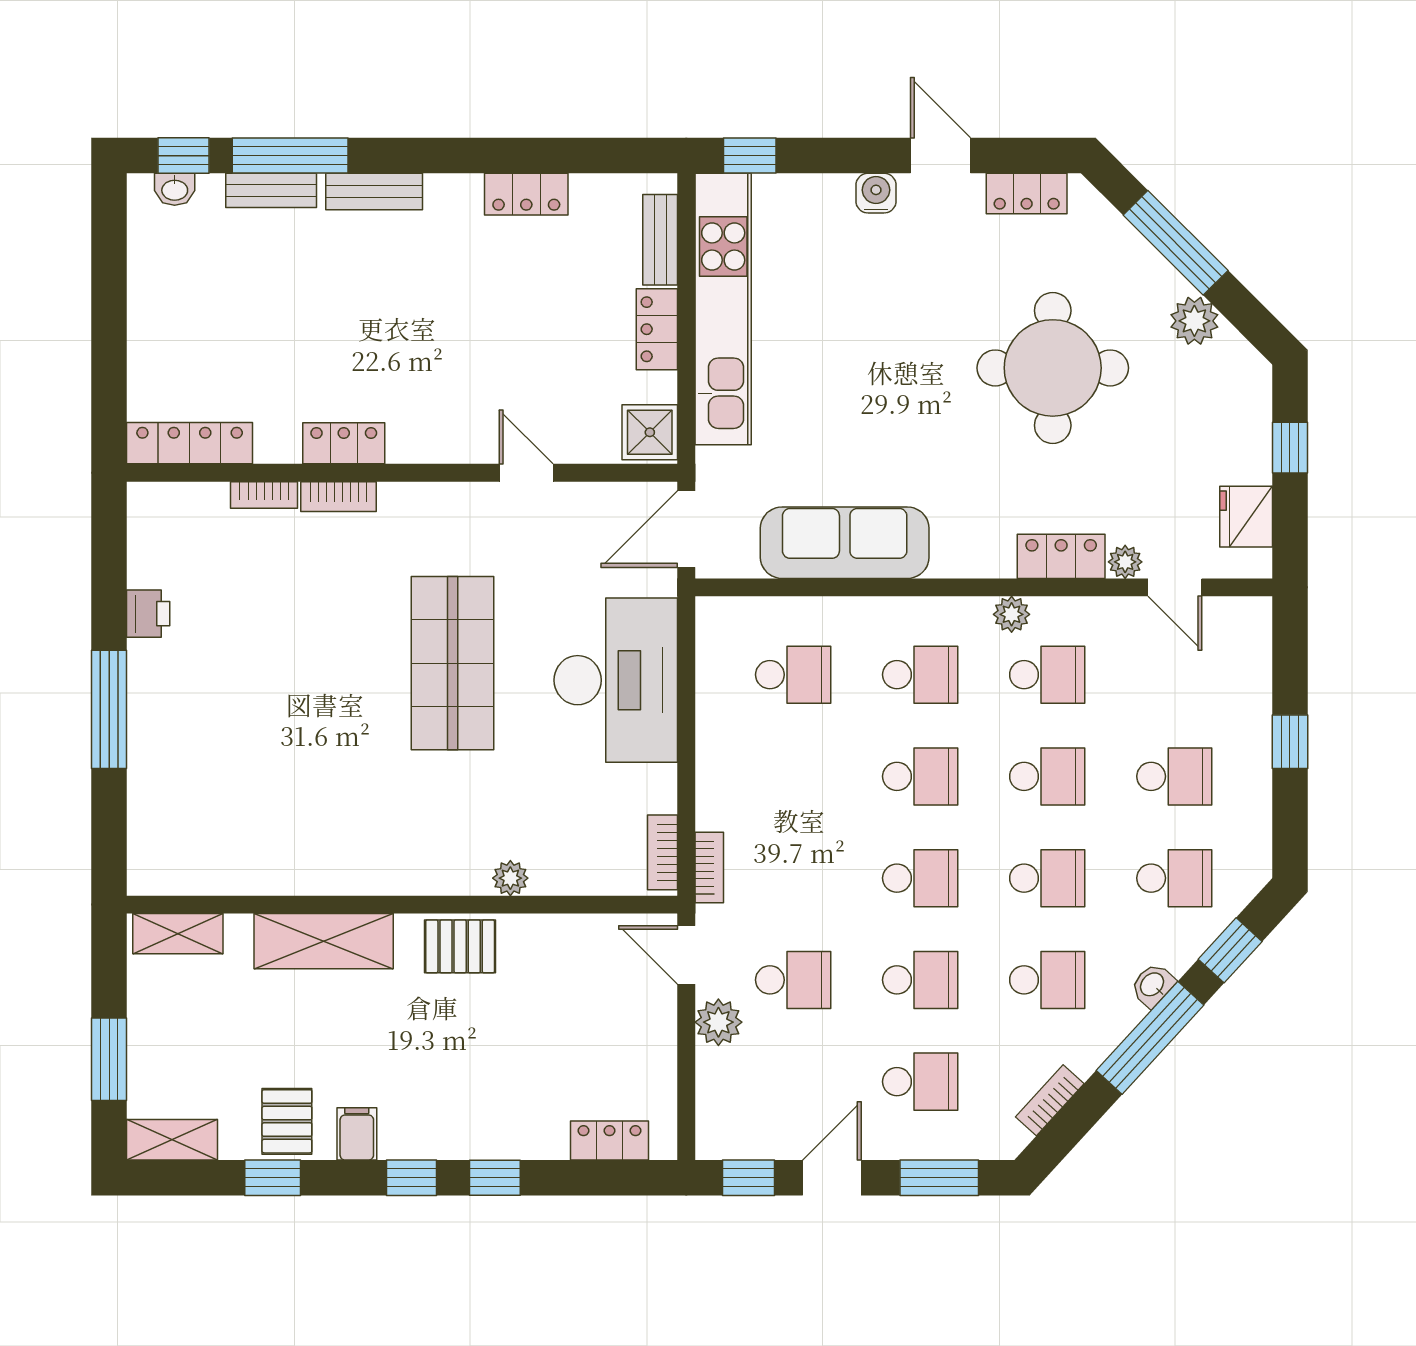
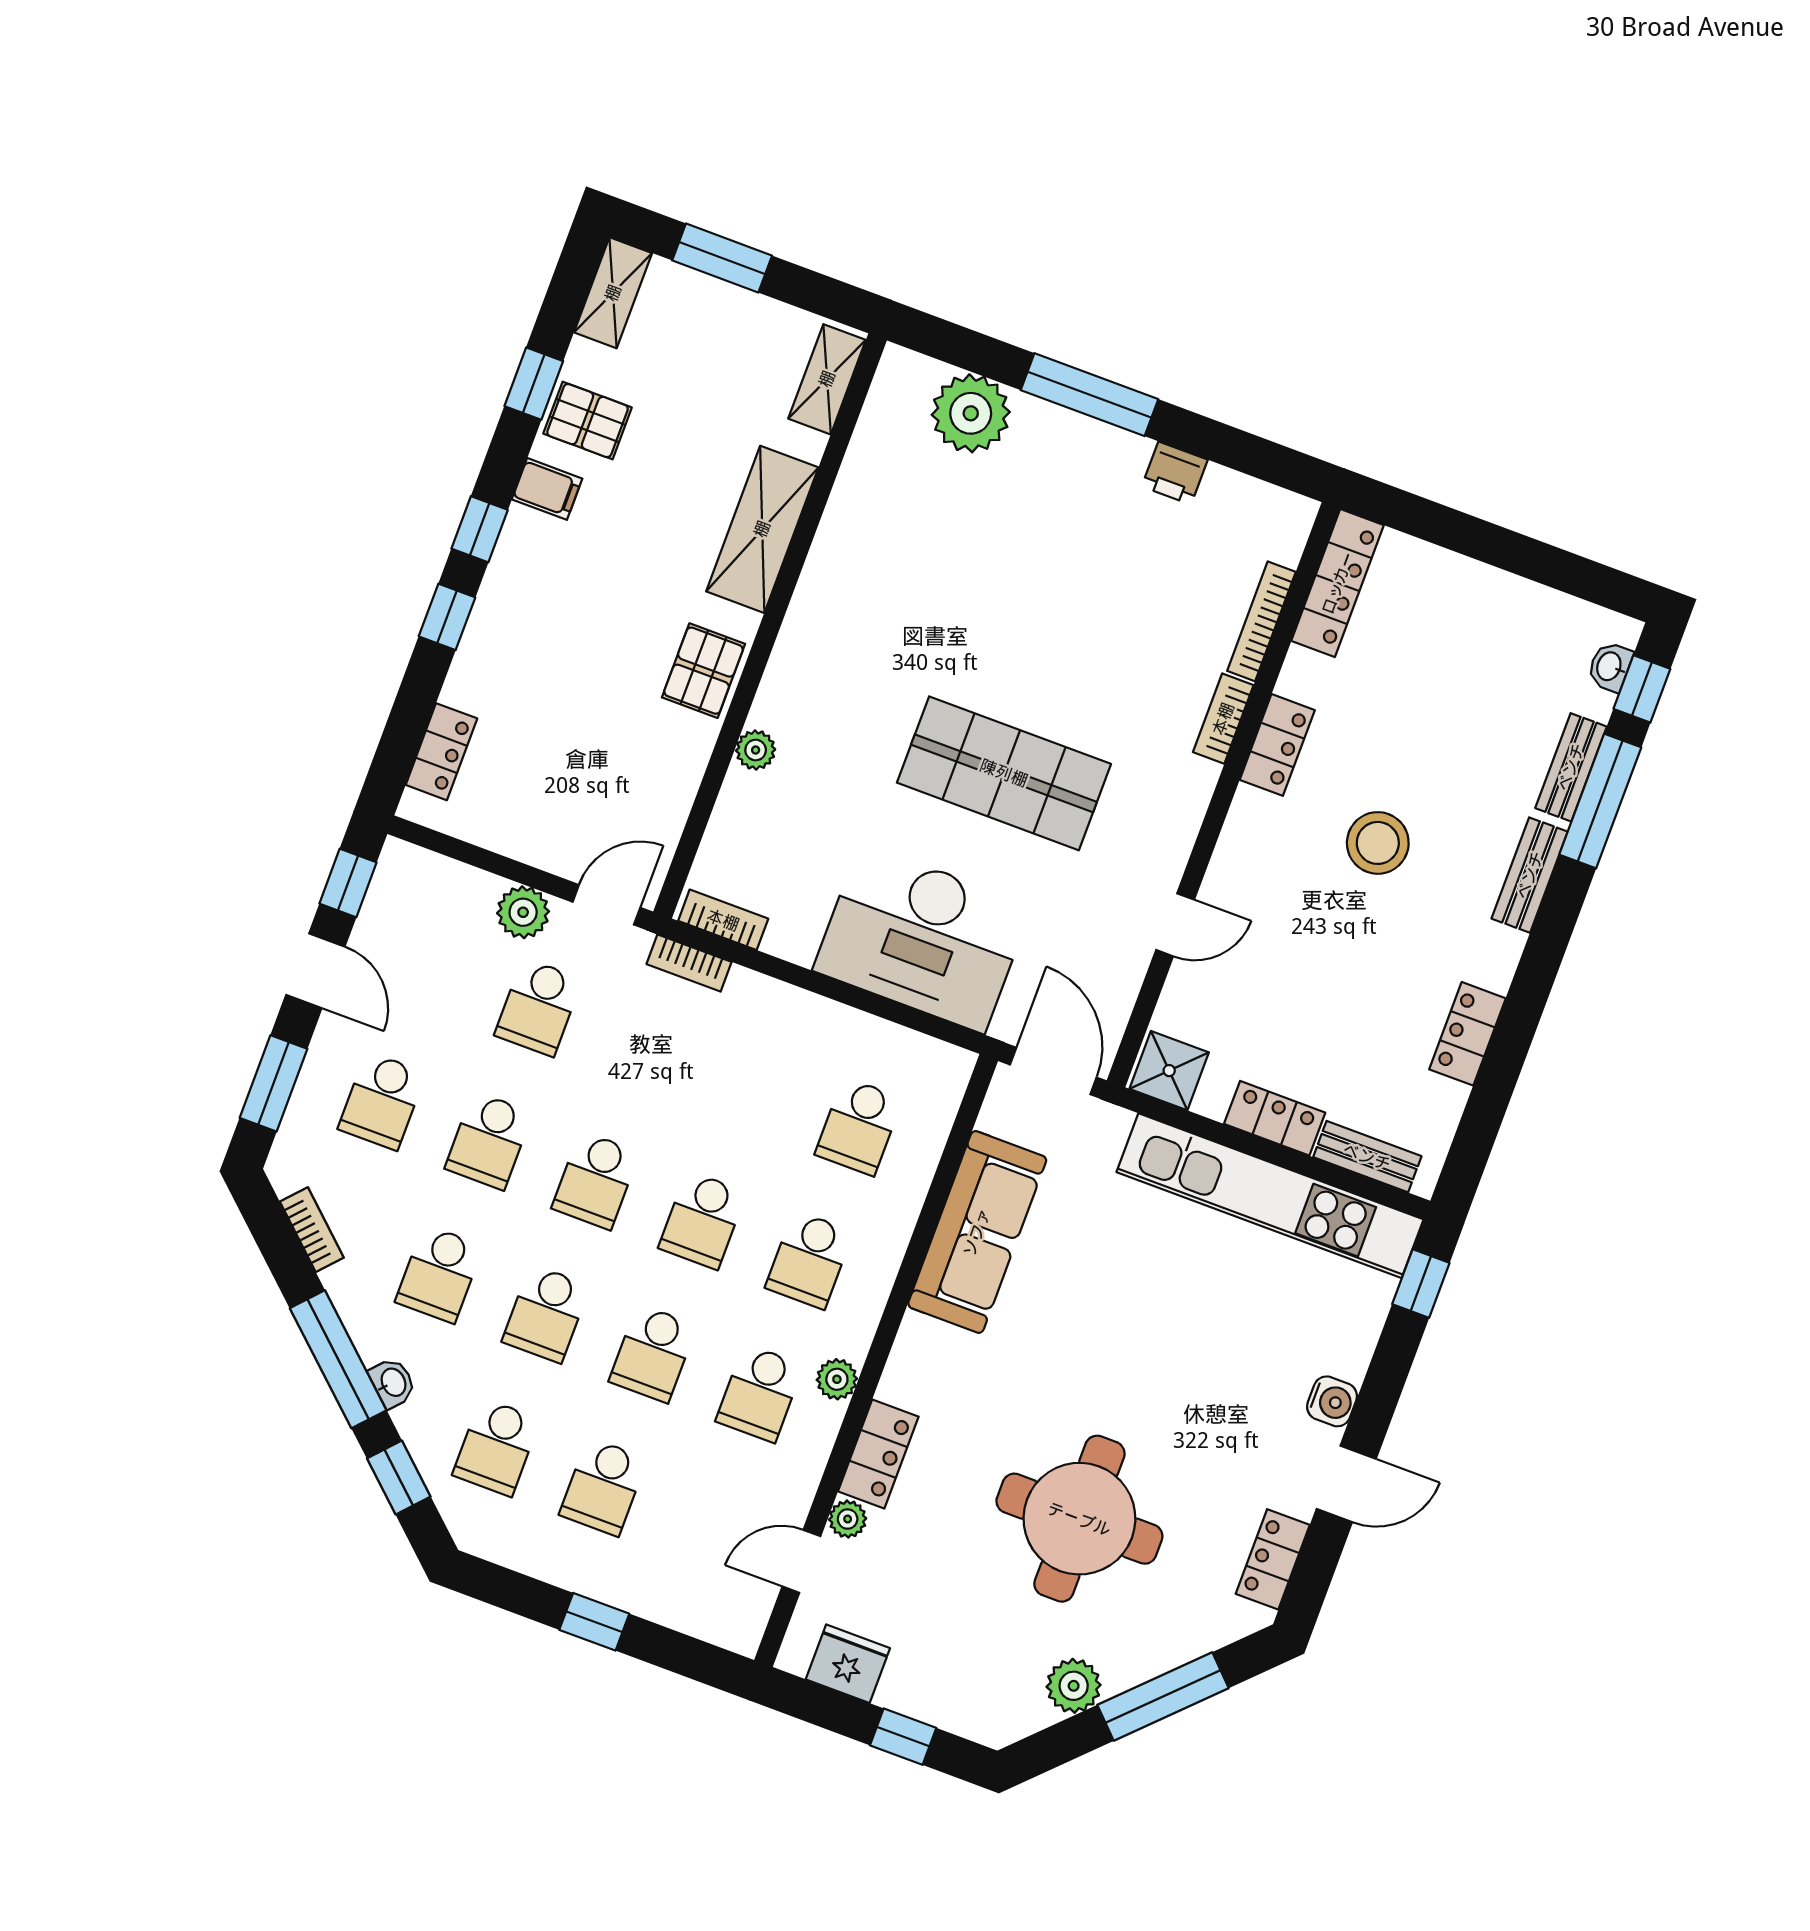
stool: (394, 329) -> (1378, 843), added
bookcase: (264, 495) -> (1261, 621), width x1.56
plant: (162, 803) -> (971, 413), added

